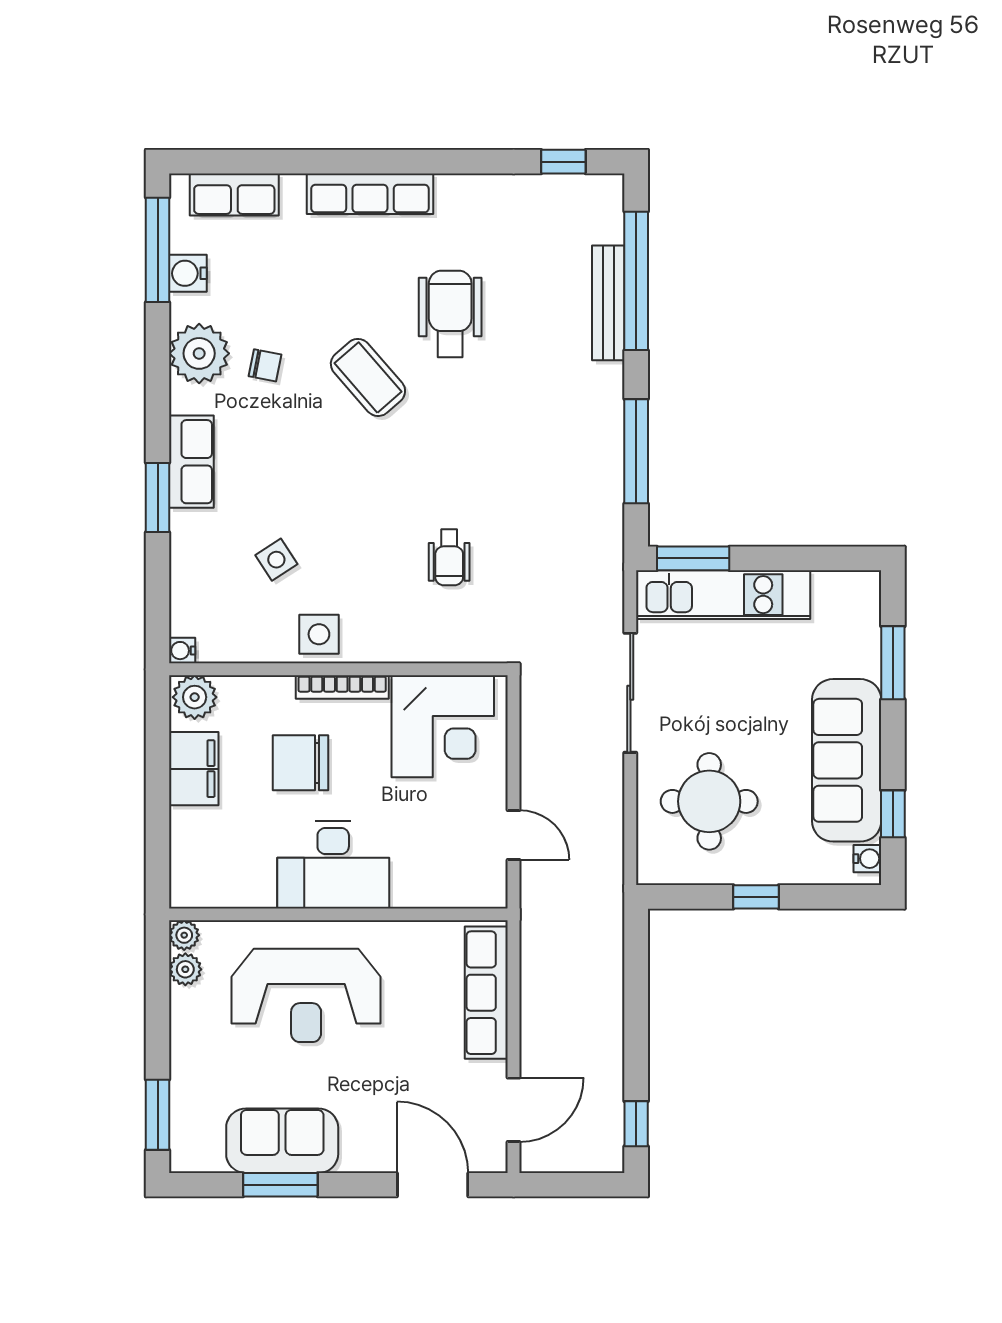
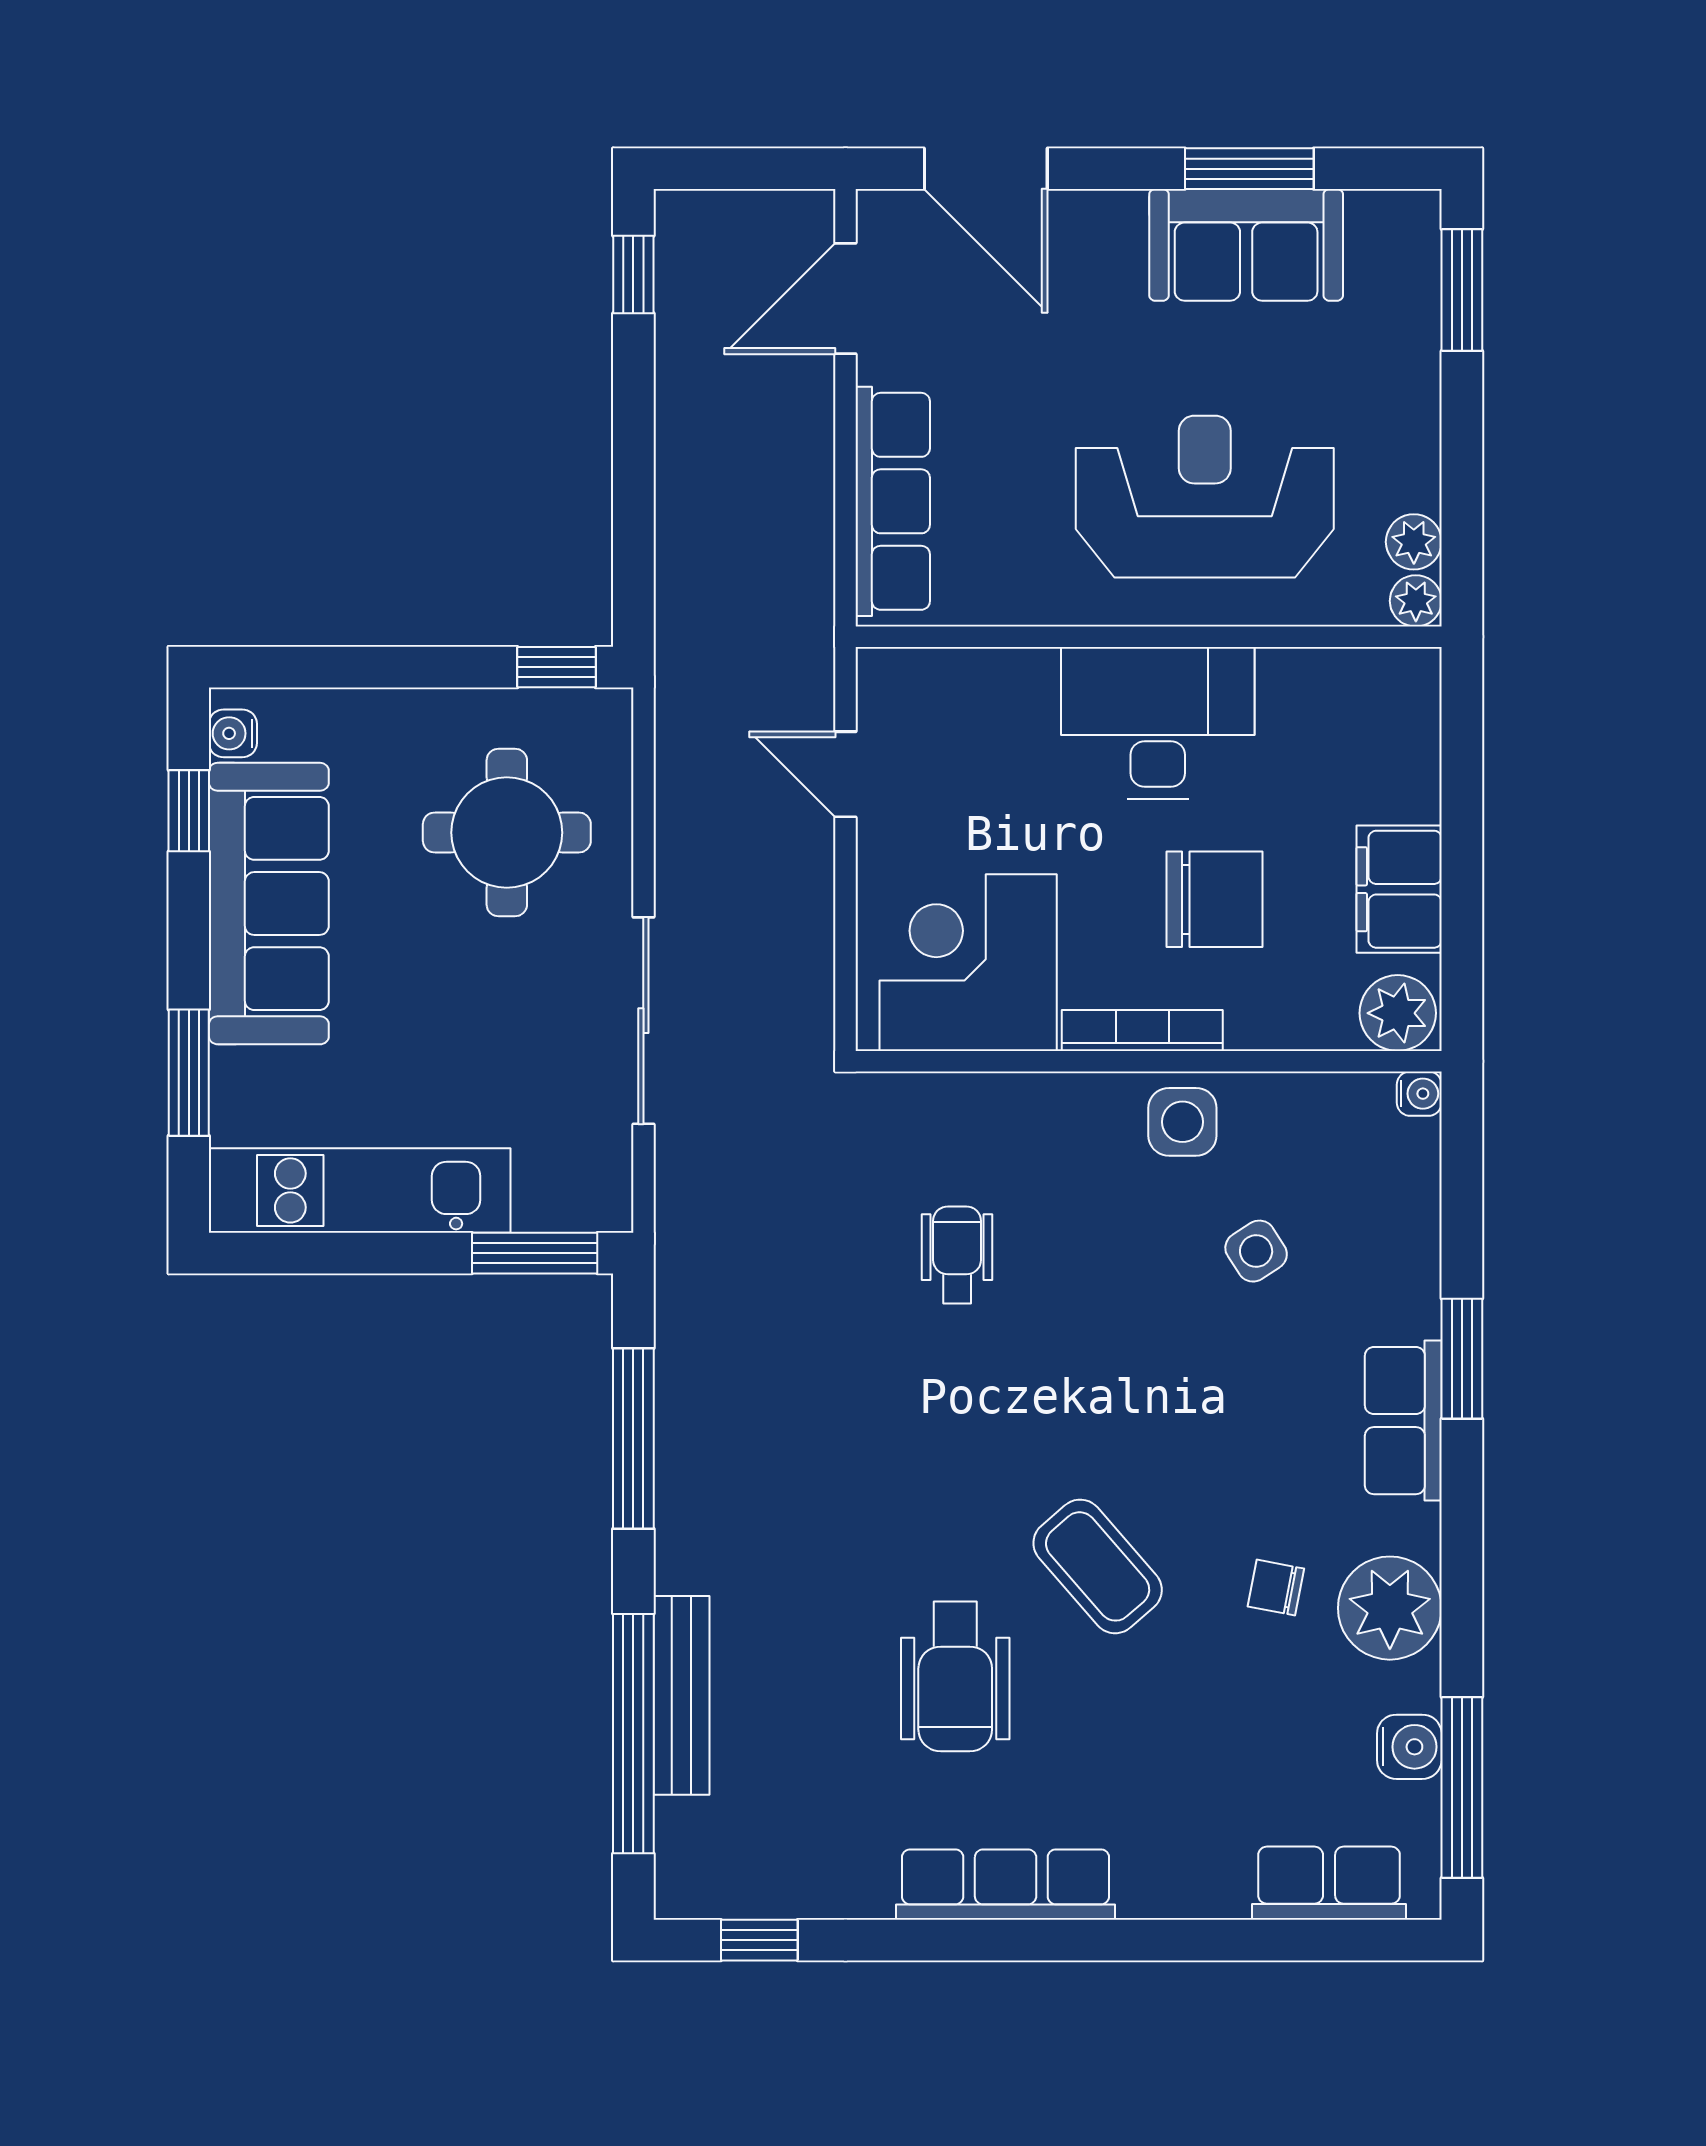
row of seats: (370, 194) -> (1006, 1885), moved
kitchen unit: (723, 595) -> (360, 1190), moved
window: (756, 897) -> (557, 667), moved

